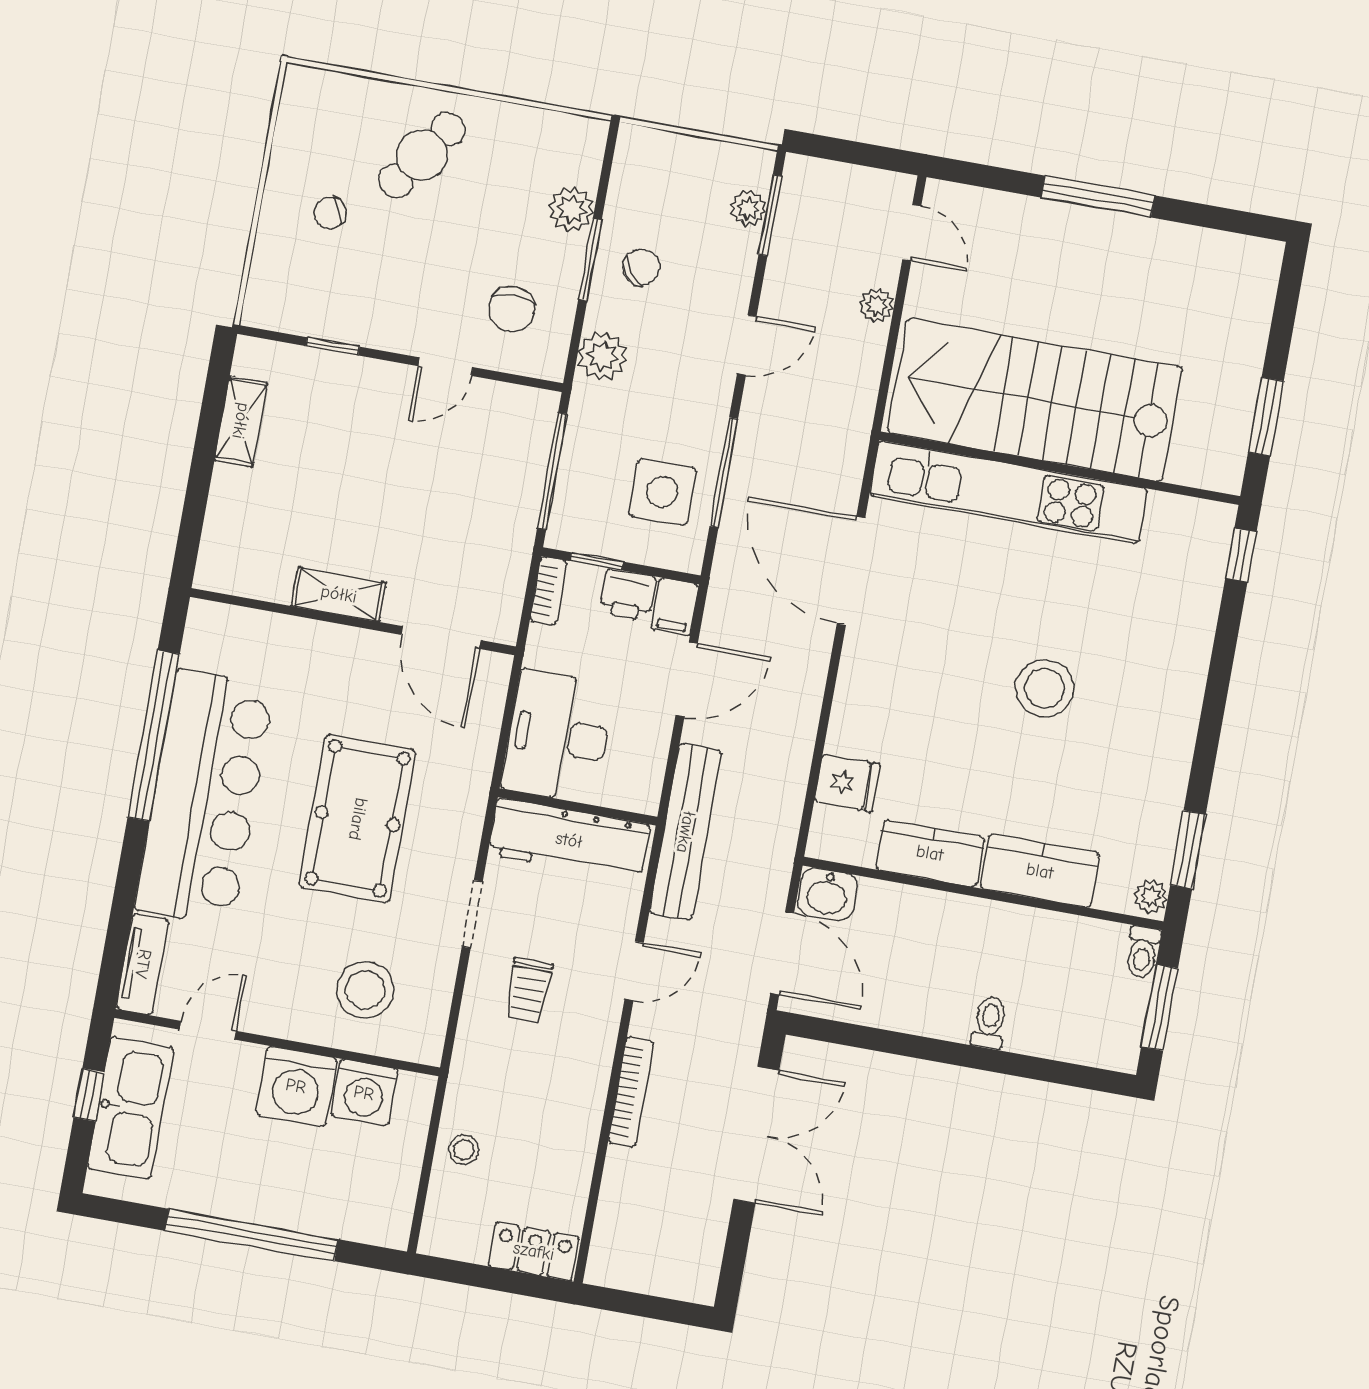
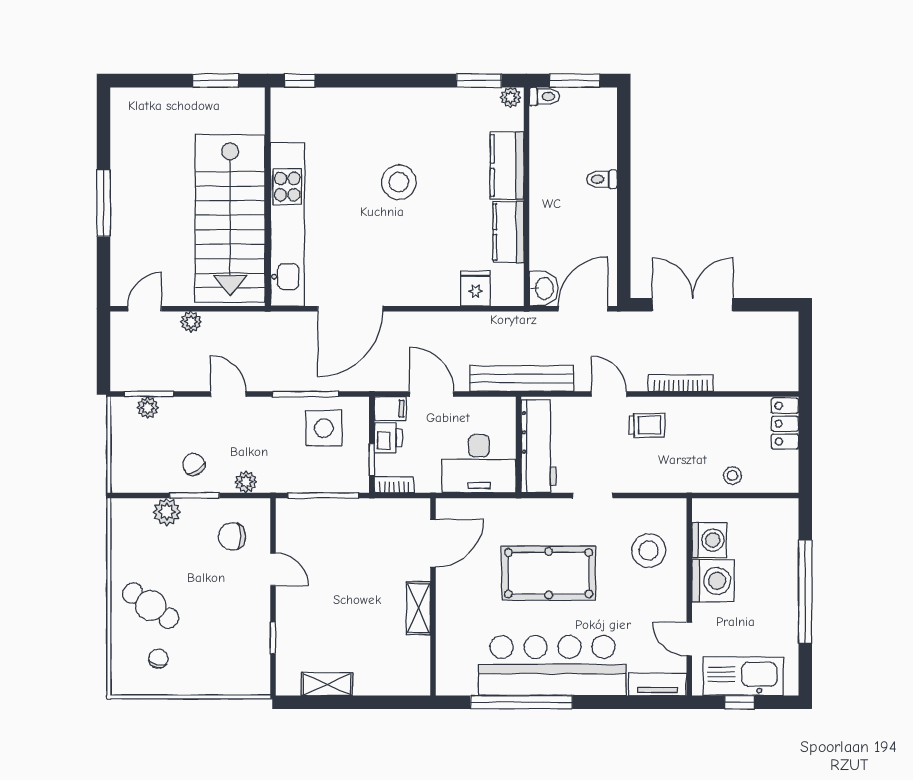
chair: (330, 213) -> (158, 659), moved, turned -145
chair: (512, 309) -> (232, 536), turned 180
plant: (602, 356) -> (246, 482), width x0.73, depth x0.73
trolley: (529, 990) -> (647, 425), moved

